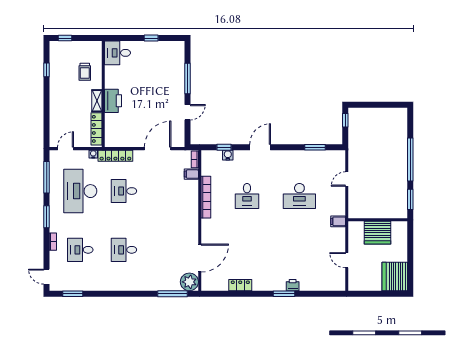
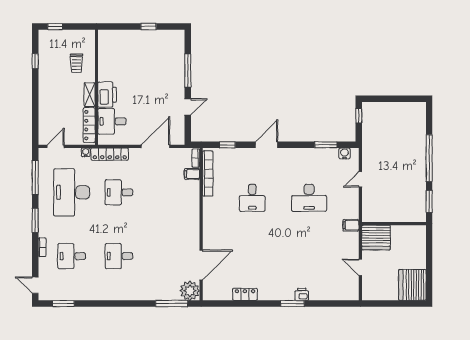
desk: (118, 53) -> (112, 121), moved
water cooler: (228, 155) -> (344, 153), moved
bookcase: (206, 197) -> (208, 173), moved
server rack: (378, 233) -> (376, 238), moved

